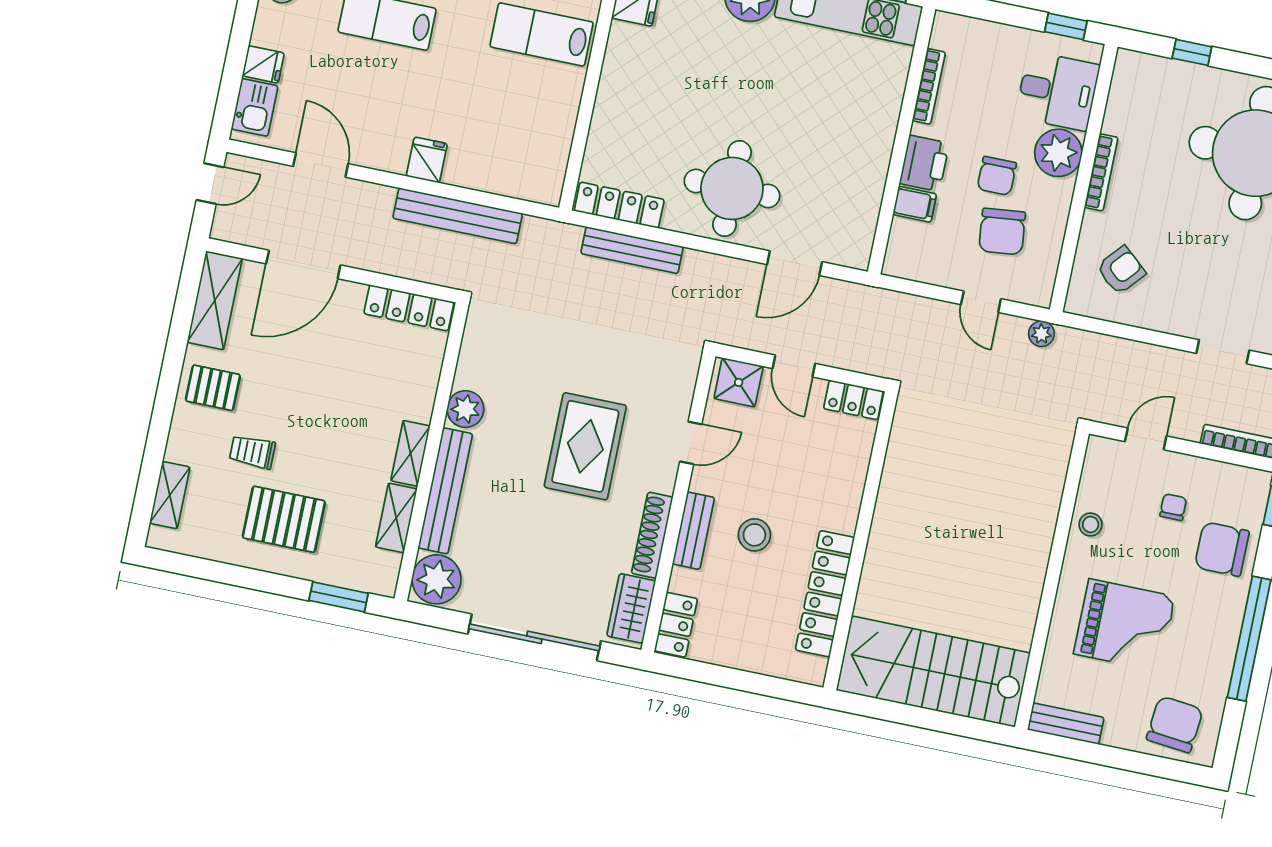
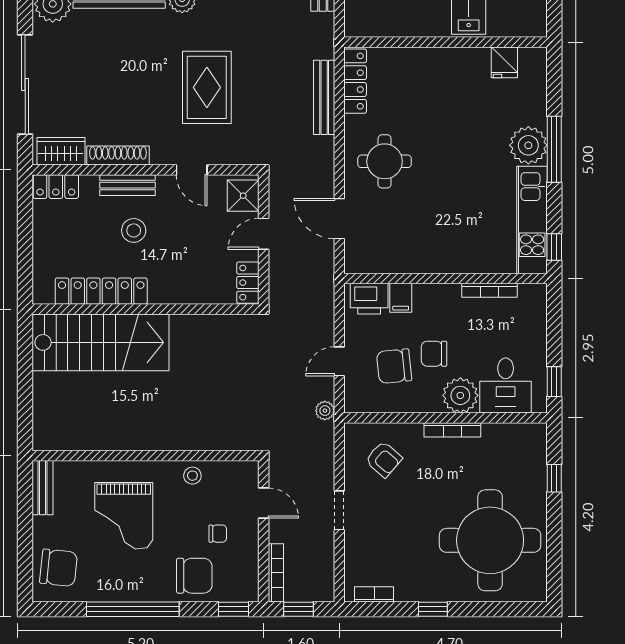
printer: (924, 163) -> (369, 299), moved
round table: (732, 188) -> (385, 161), width x0.73, depth x0.73
doorway: (1223, 352) -> (339, 510), moved
rug: (585, 446) -> (207, 87), moved, turned 90
chair: (1222, 549) -> (194, 576), turned 90
stairs: (933, 672) -> (100, 342), moved, turned 90

